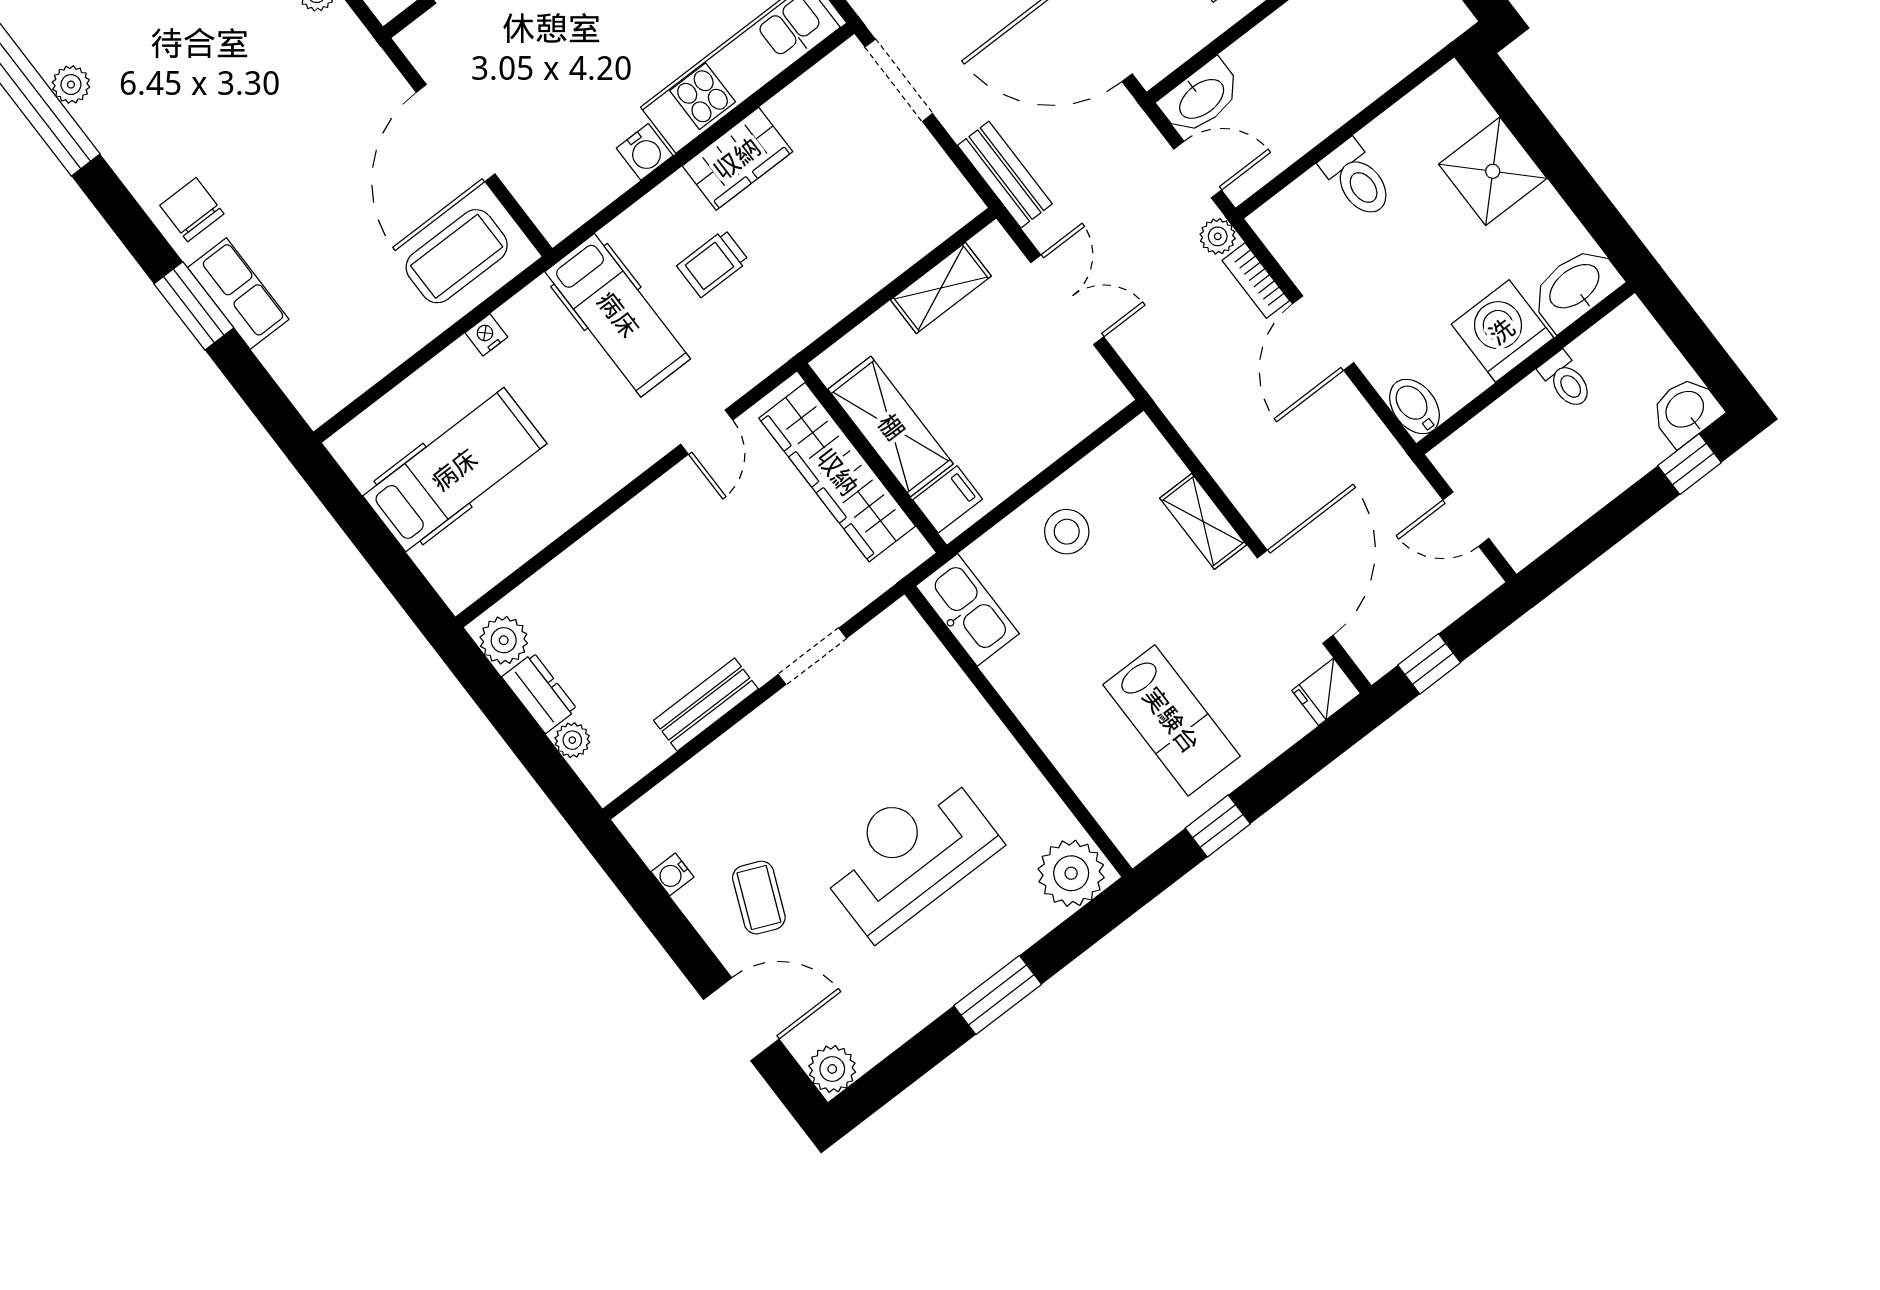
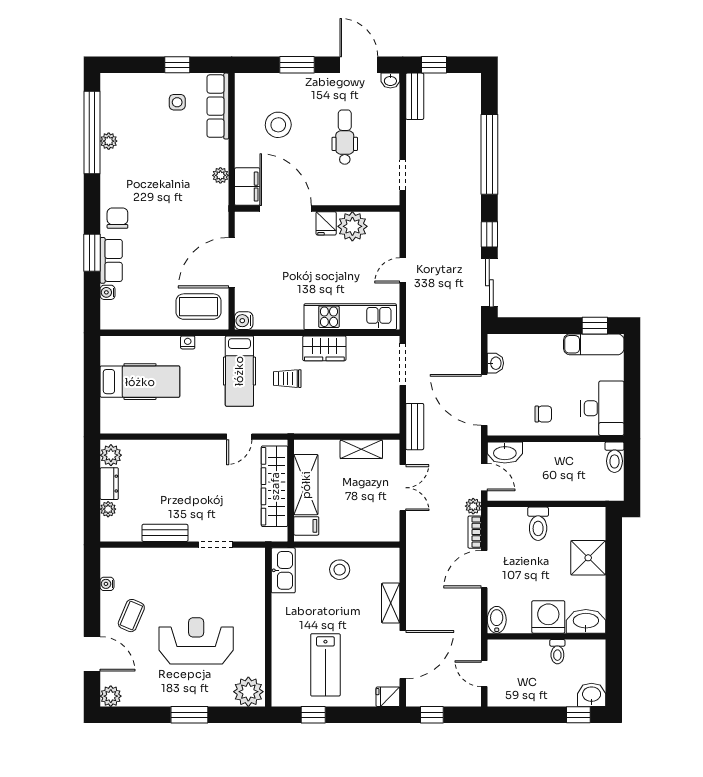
water cooler: (645, 152) -> (244, 321), moved, turned 90
water cooler: (275, 355) -> (108, 292), added

